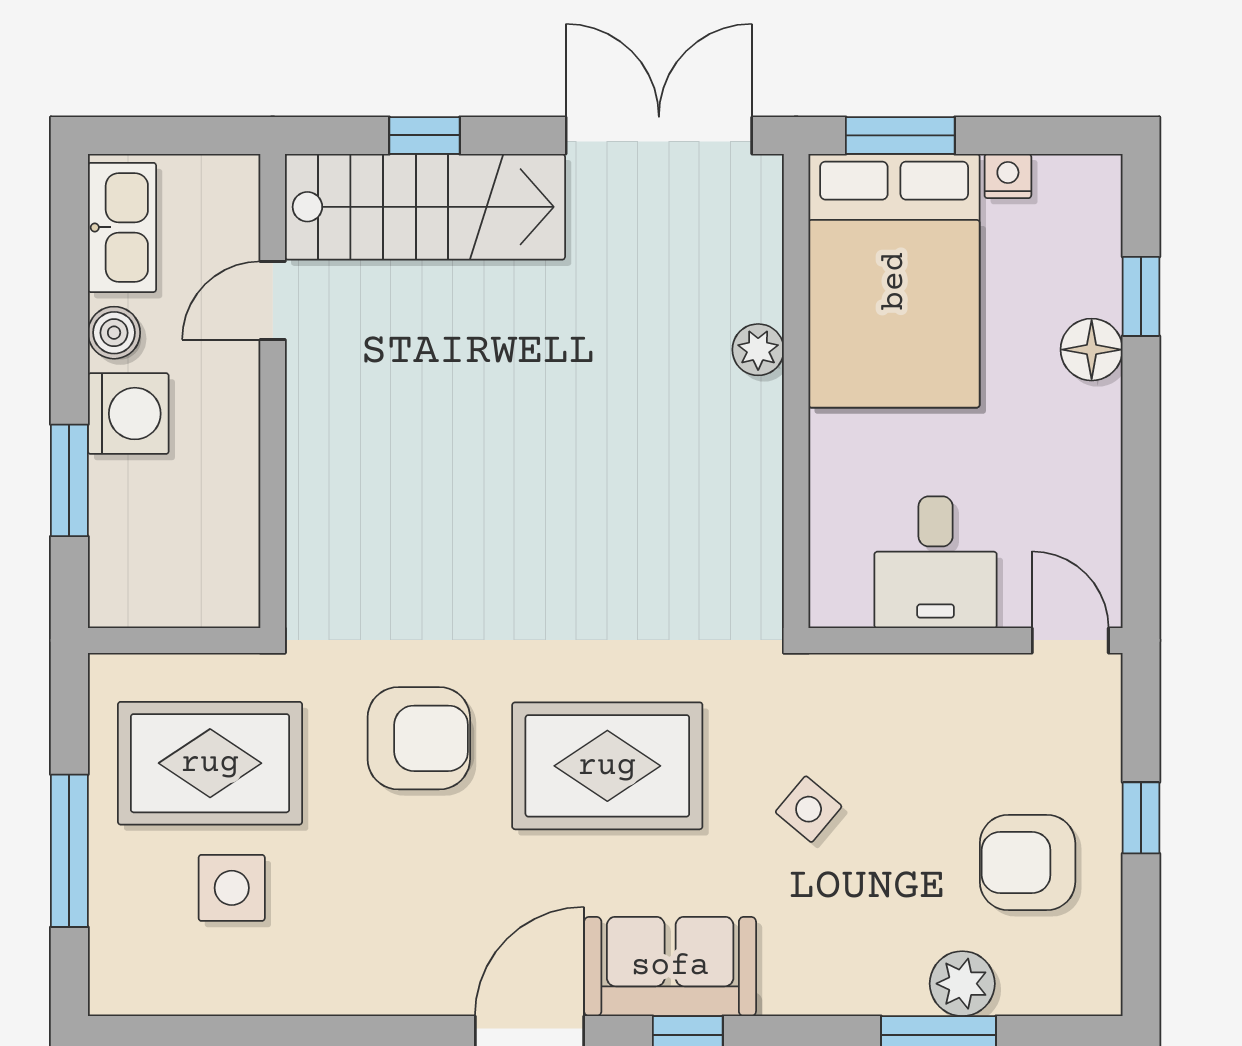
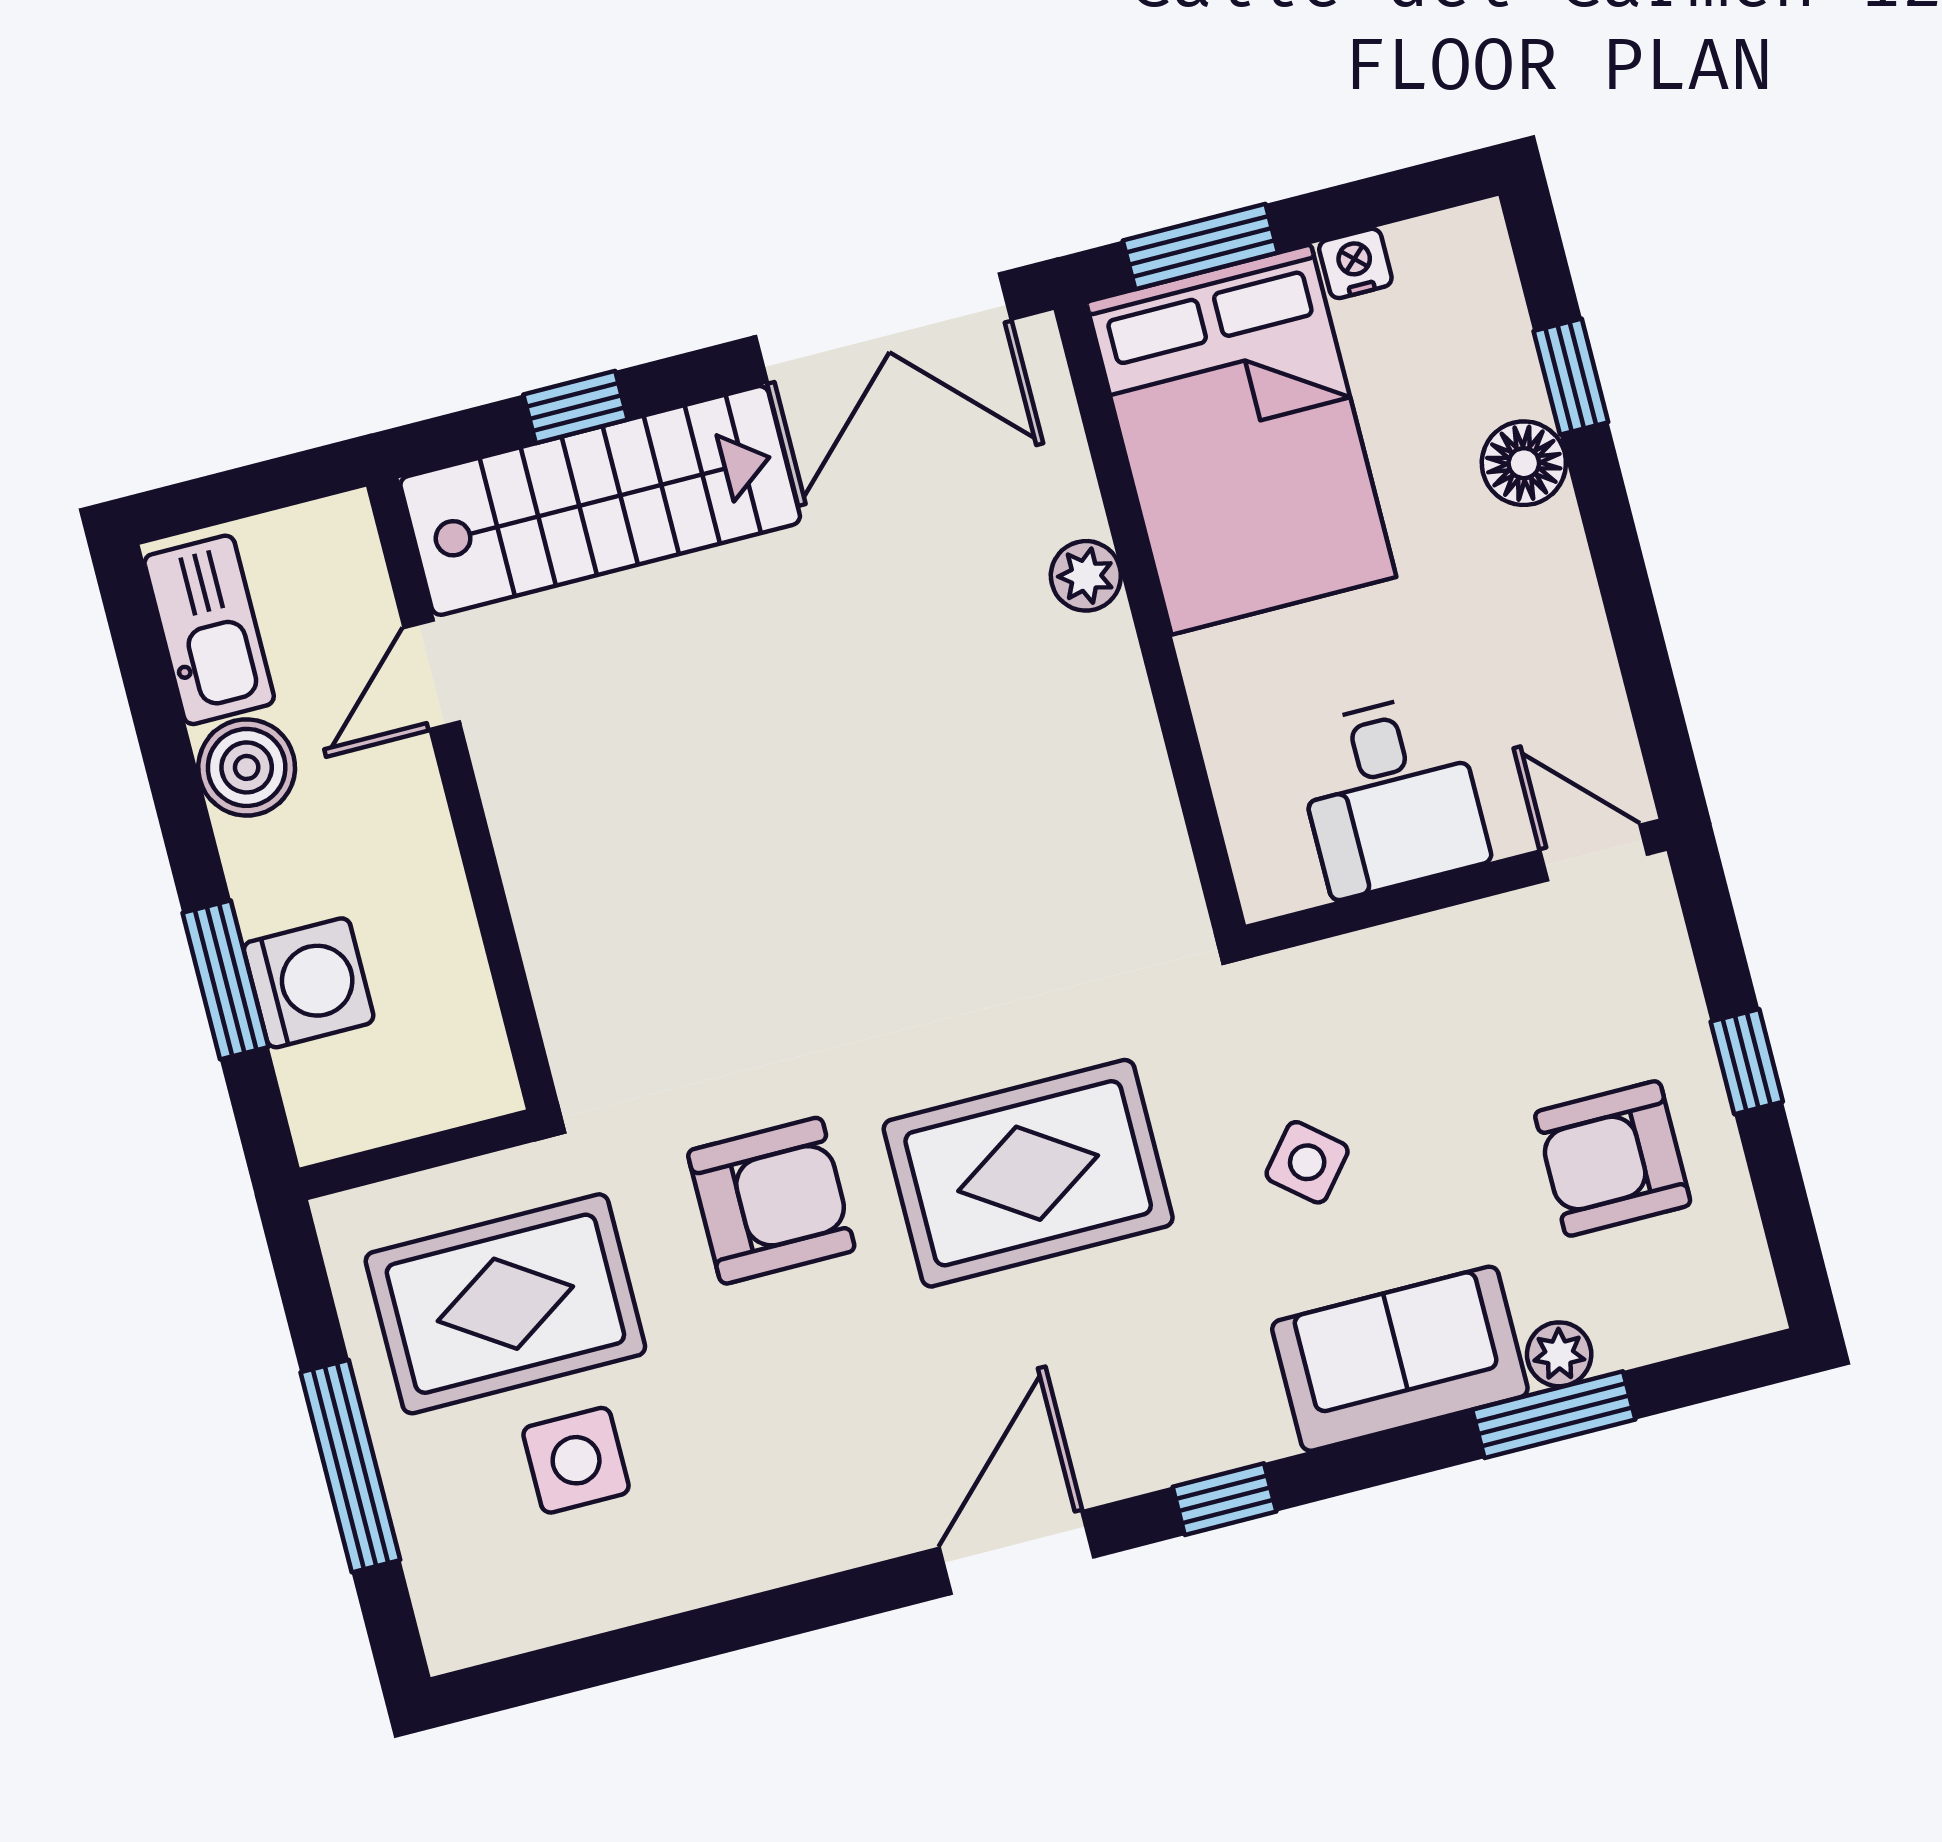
double door: (659, 135) -> (883, 328), swing flipped
boiler: (114, 333) -> (247, 767), width x1.36, depth x1.36
washing machine: (128, 414) -> (309, 983), moved
sofa: (670, 966) -> (1400, 1359), moved
plant: (962, 984) -> (1559, 1354), width x0.73, depth x0.73

